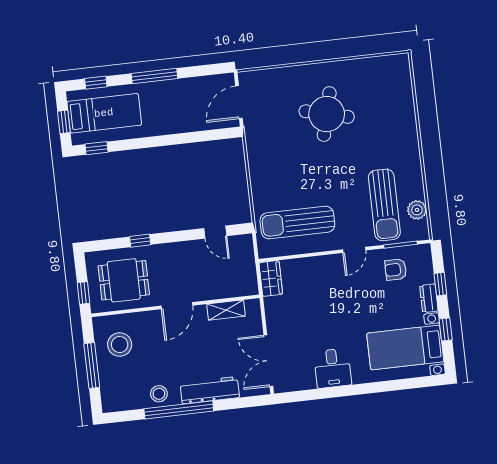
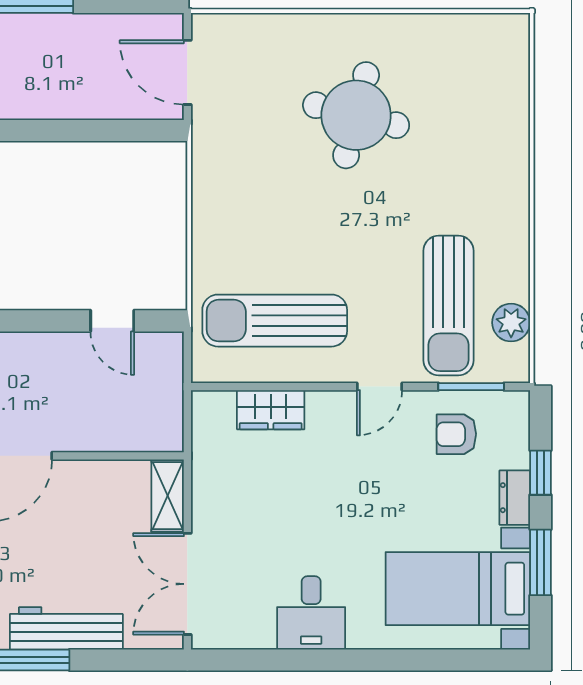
door: (239, 102) -> (187, 72), hinge flipped
wardrobe: (271, 278) -> (271, 410), moved, turned 90
shelving: (226, 310) -> (168, 496), moved, turned 90
window: (446, 329) -> (540, 562), width x1.50

